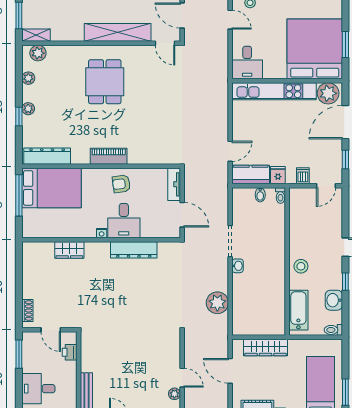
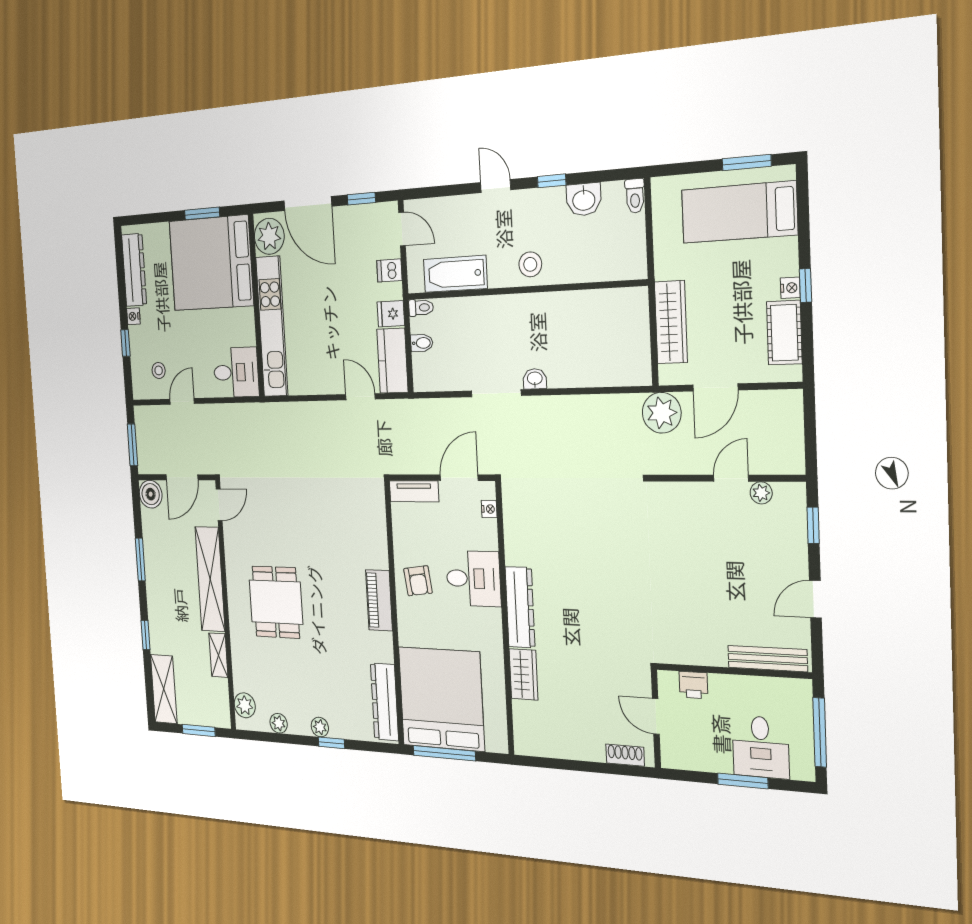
shelving: (36, 35) -> (218, 655), moved
dining table: (105, 82) -> (276, 602), turned 90
bed: (52, 188) -> (441, 699), width x1.36
nightstand: (102, 233) -> (489, 509), moved
dresser: (134, 250) -> (520, 607), moved
plant: (217, 303) -> (662, 413), moved
bathtub: (298, 310) -> (455, 274), moved
door: (51, 330) -> (656, 716), swing flipped
window: (19, 354) -> (743, 781), moved

